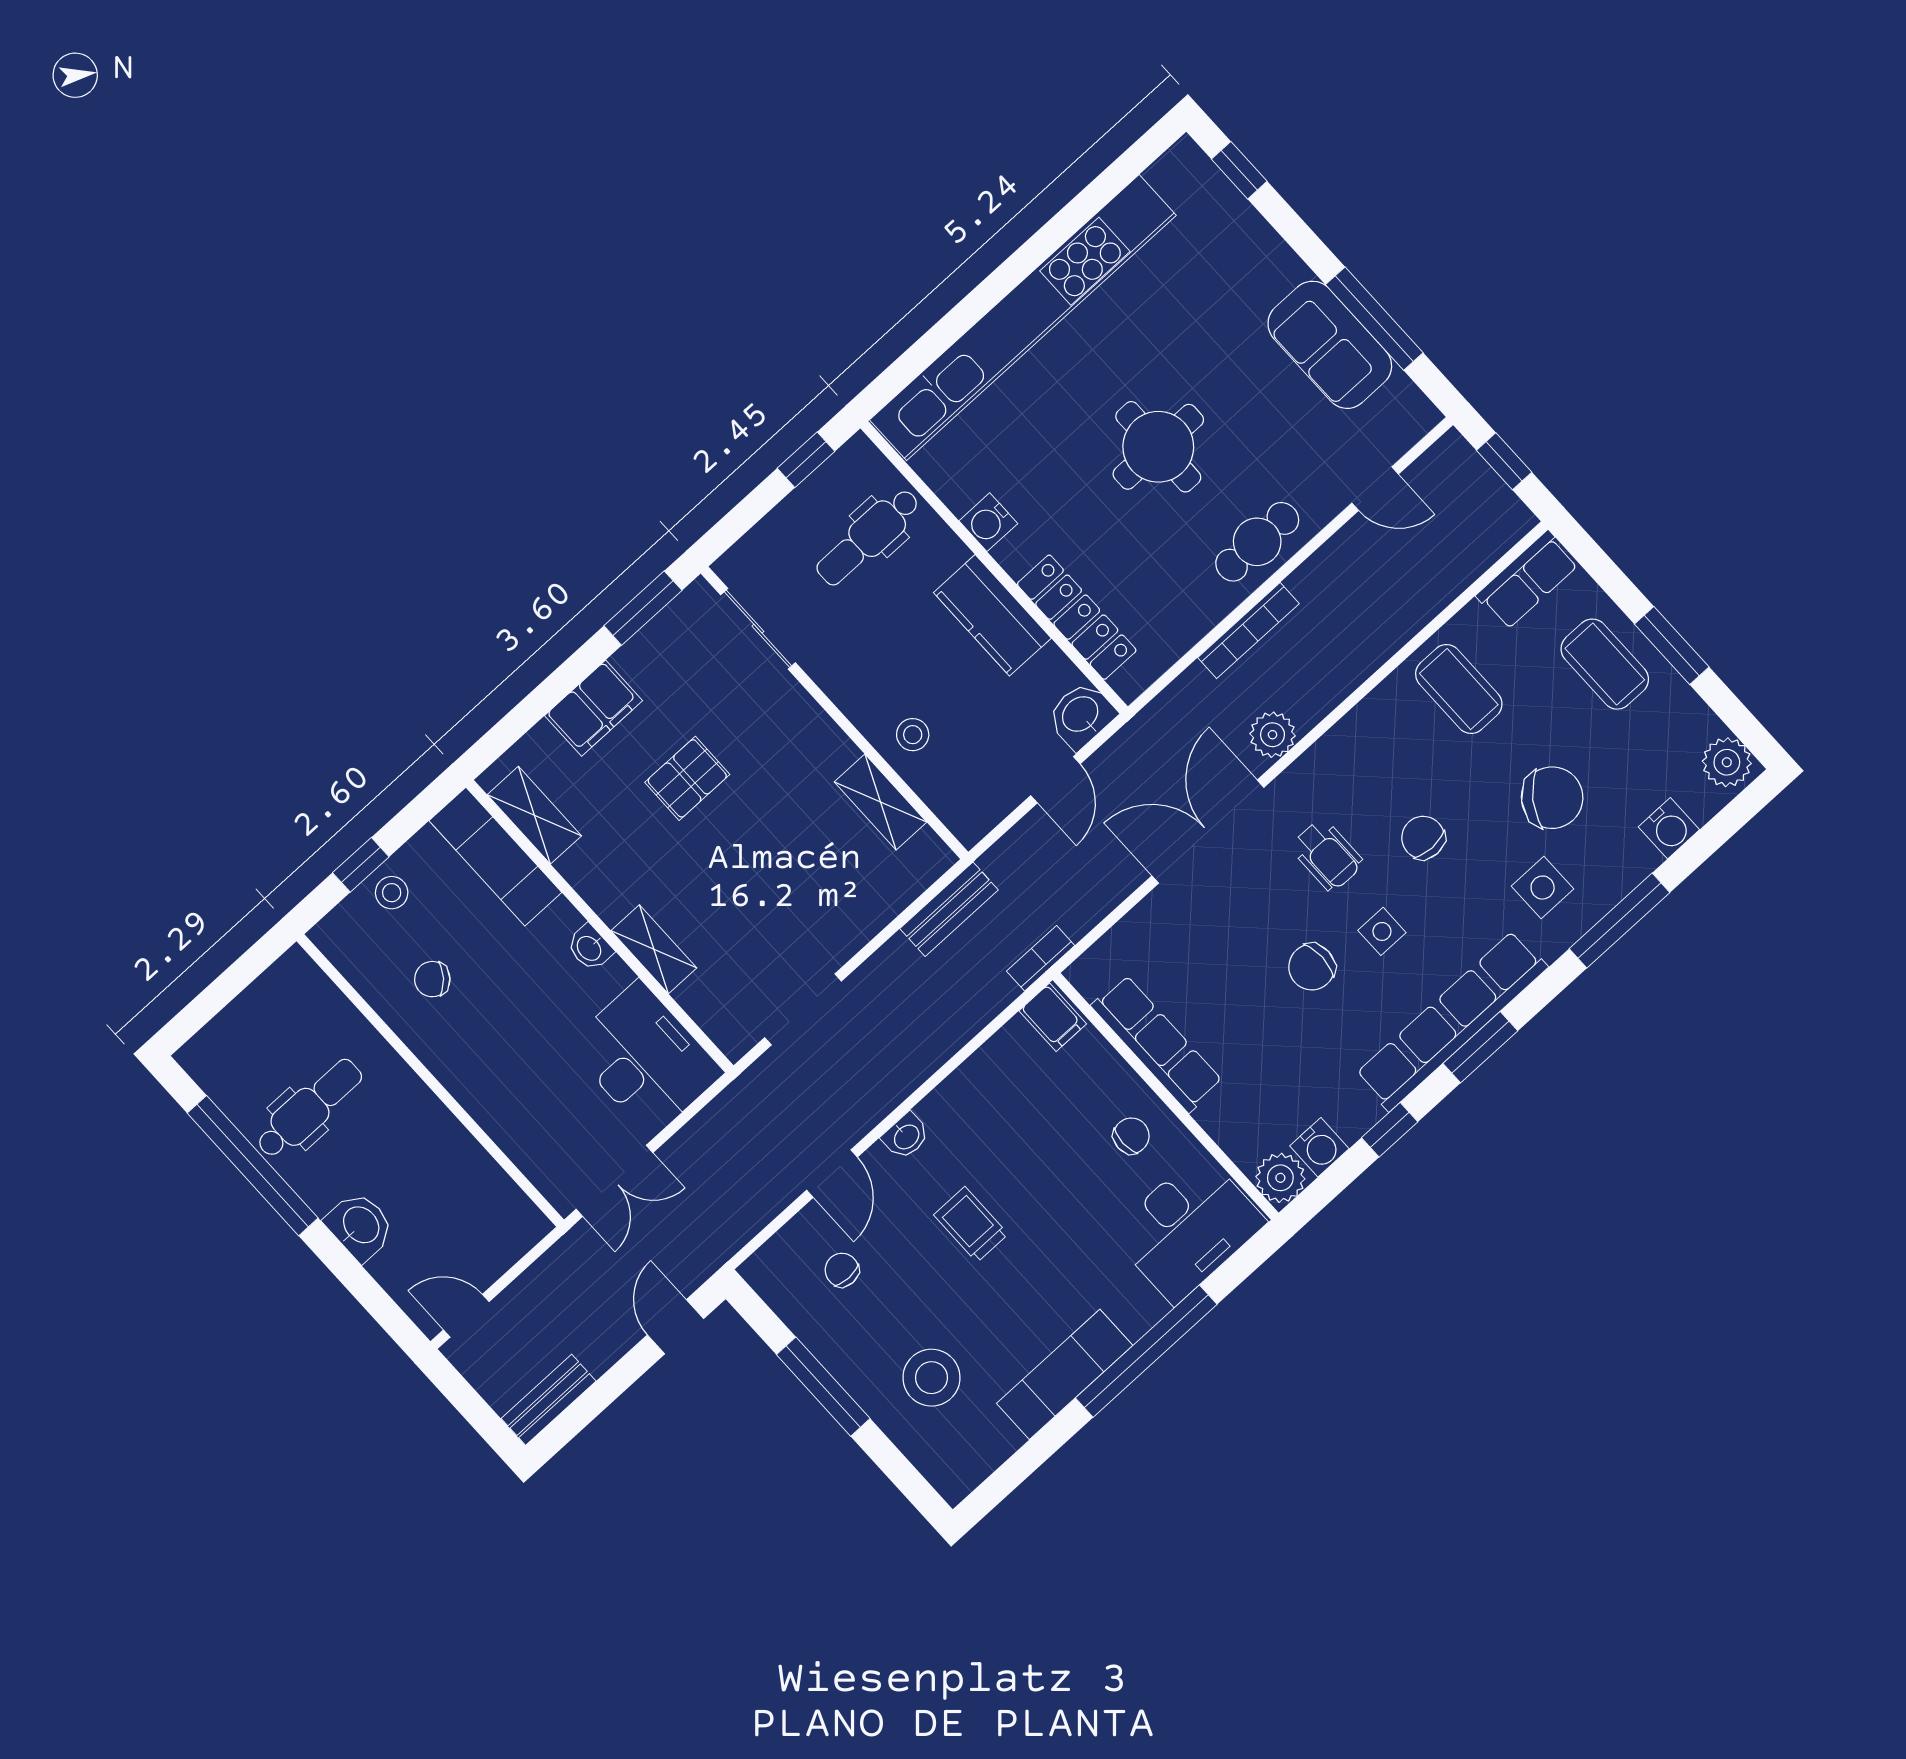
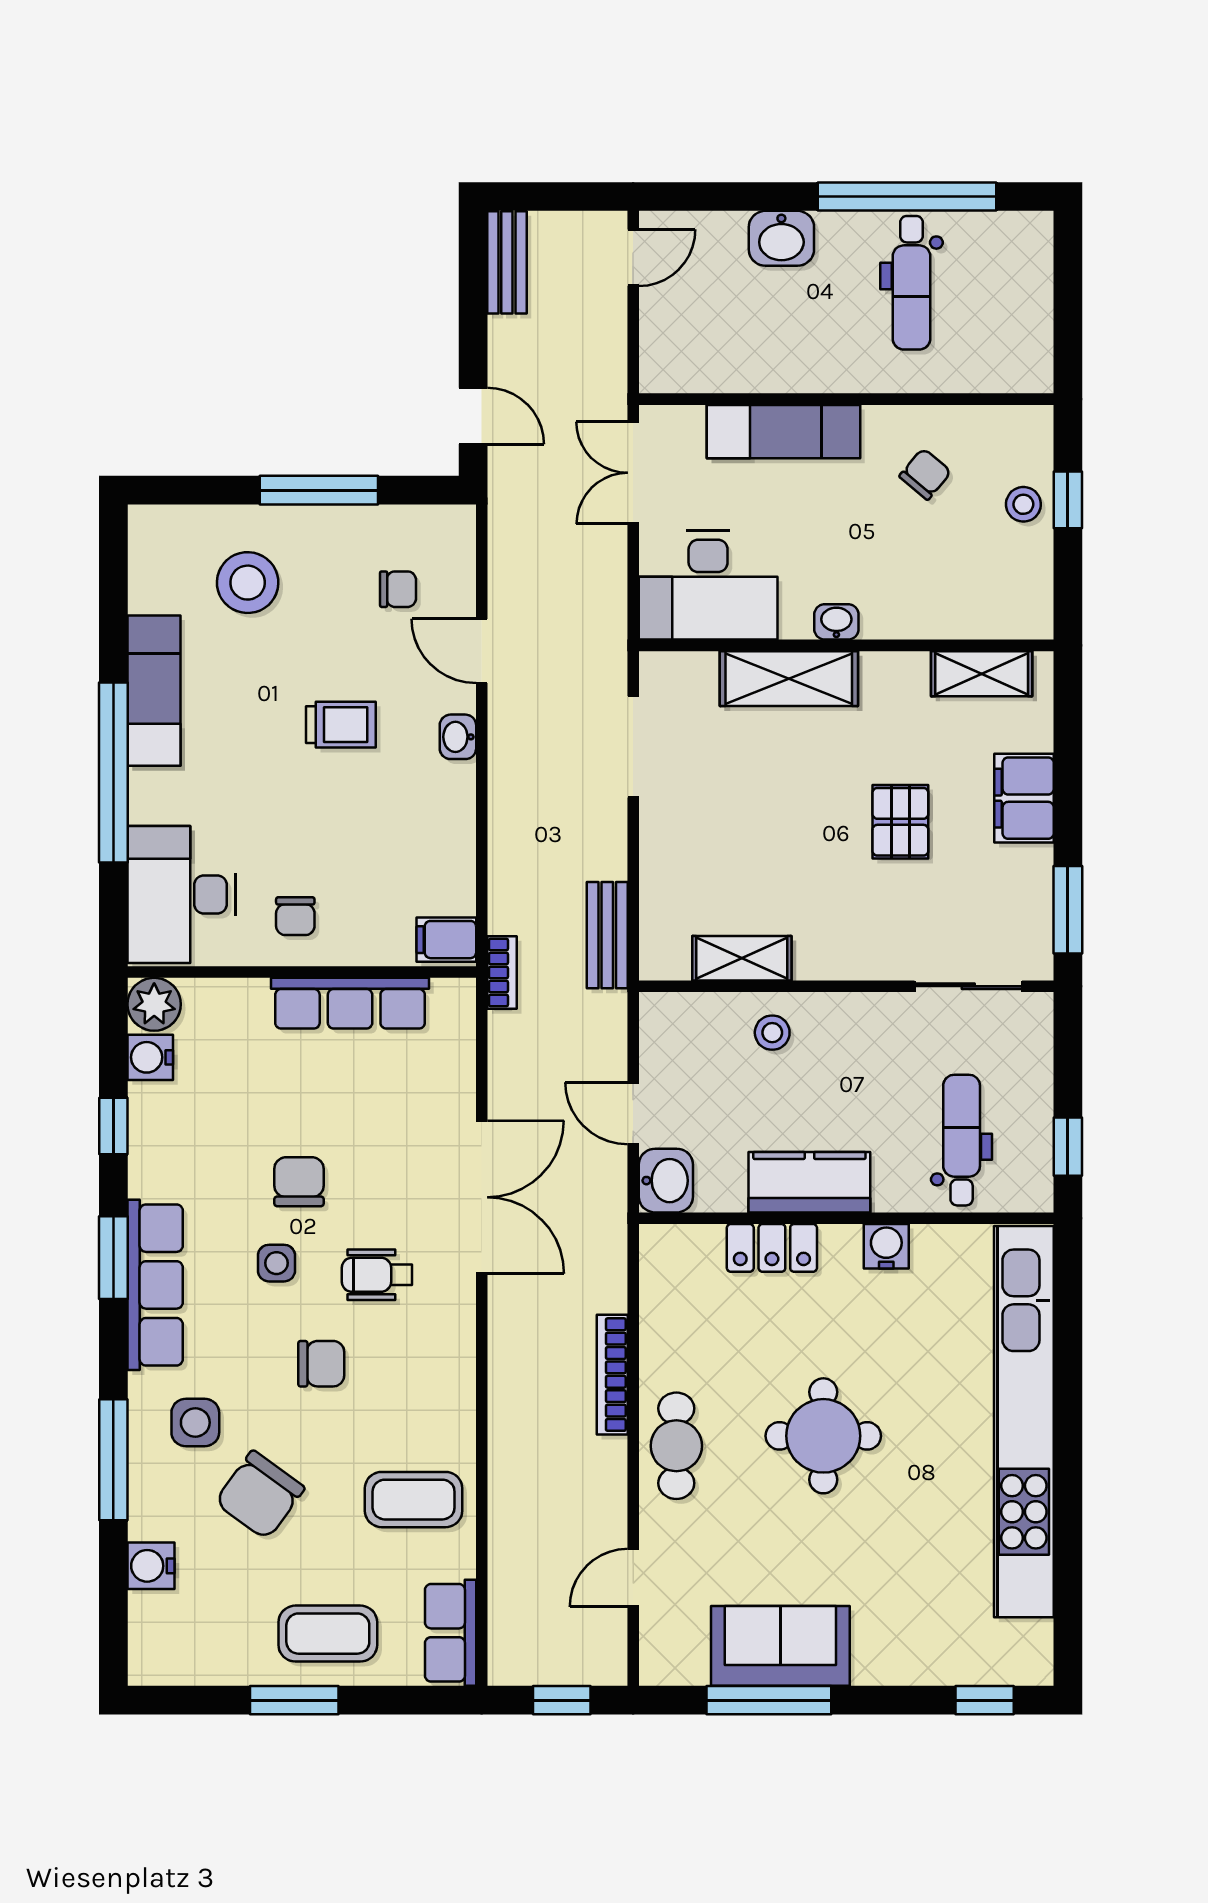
locker: (1077, 617) -> (772, 1248), width x0.66
plant: (1273, 735) -> (512, 1318), removed
plant: (1727, 762) -> (162, 1660), removed
exam couch: (495, 857) -> (783, 432), moved, turned 180
shelving: (654, 949) -> (789, 679), width x1.50, depth x1.33
row of seats: (1452, 1021) -> (155, 1285), width x0.73

